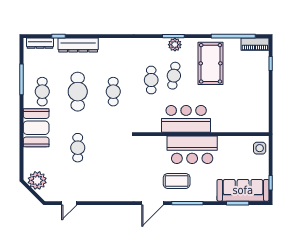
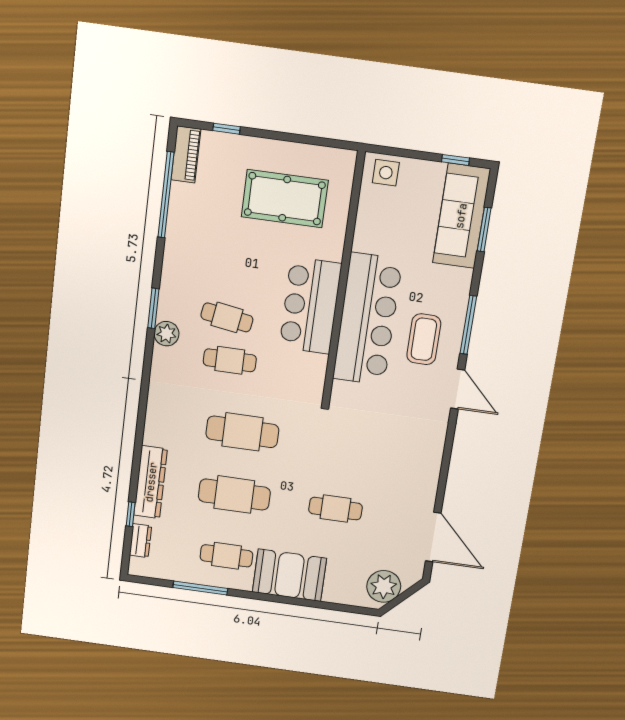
dresser: (40, 43) -> (140, 541), width x0.70
plant: (175, 45) -> (166, 334), moved
pool table: (211, 63) -> (285, 199), moved
cafe table: (113, 92) -> (242, 432), width x1.37, depth x1.35
bar counter: (192, 150) -> (367, 319), width x1.36
door: (69, 203) -> (433, 537), width x1.87

